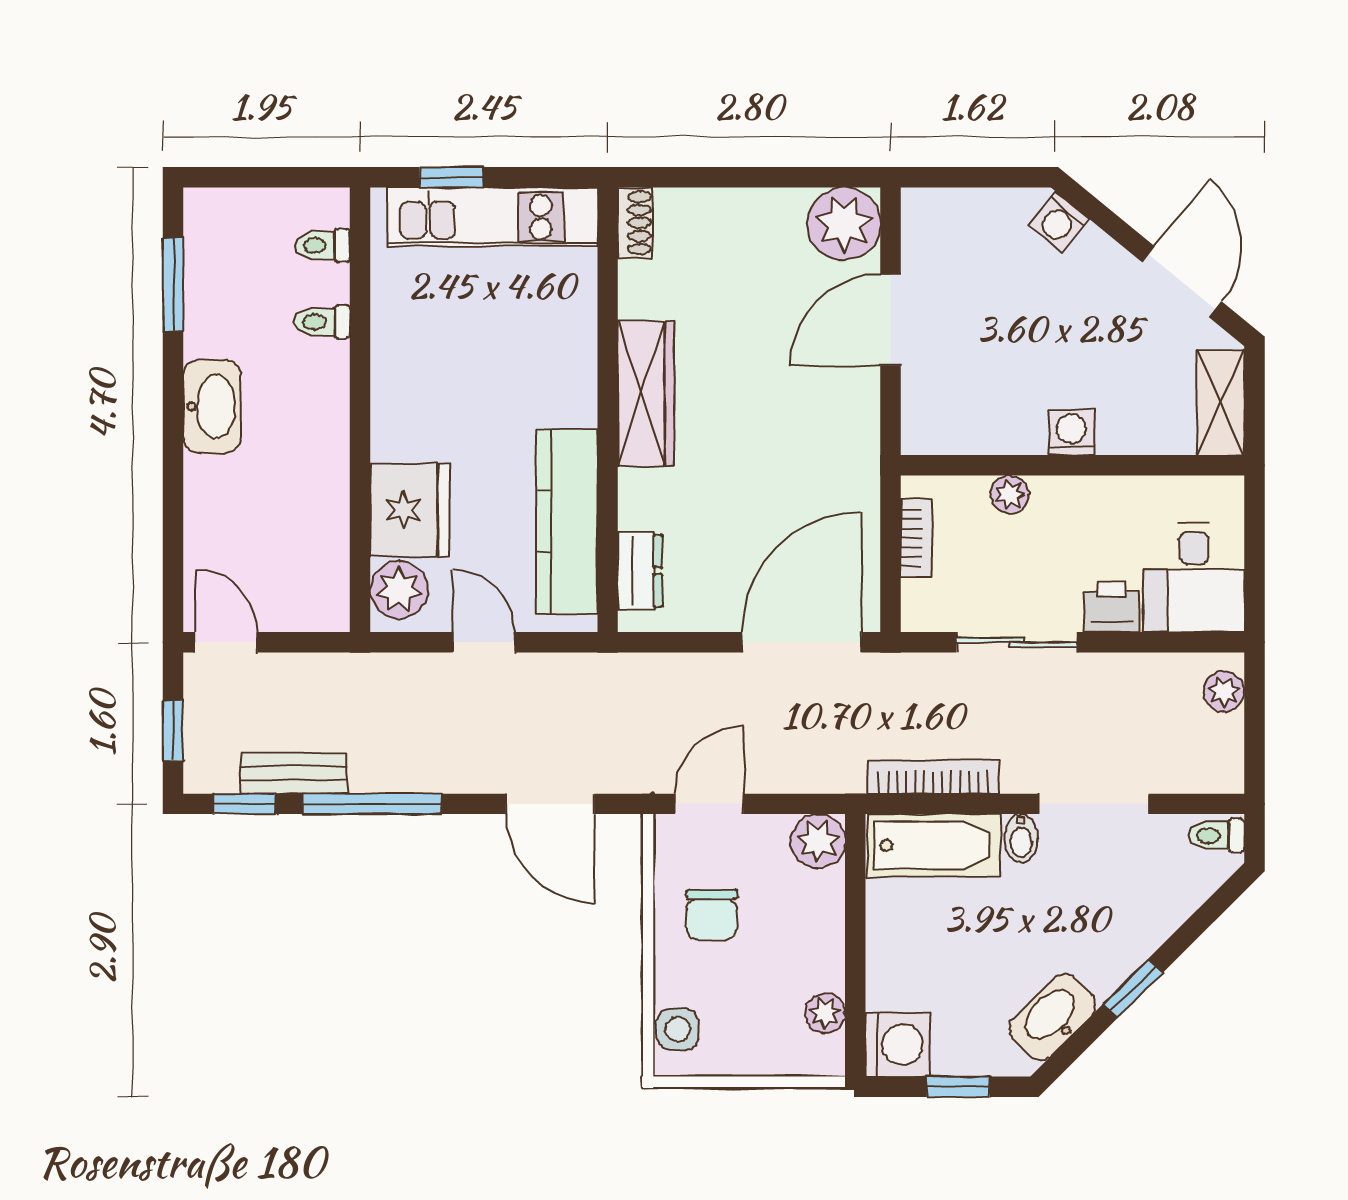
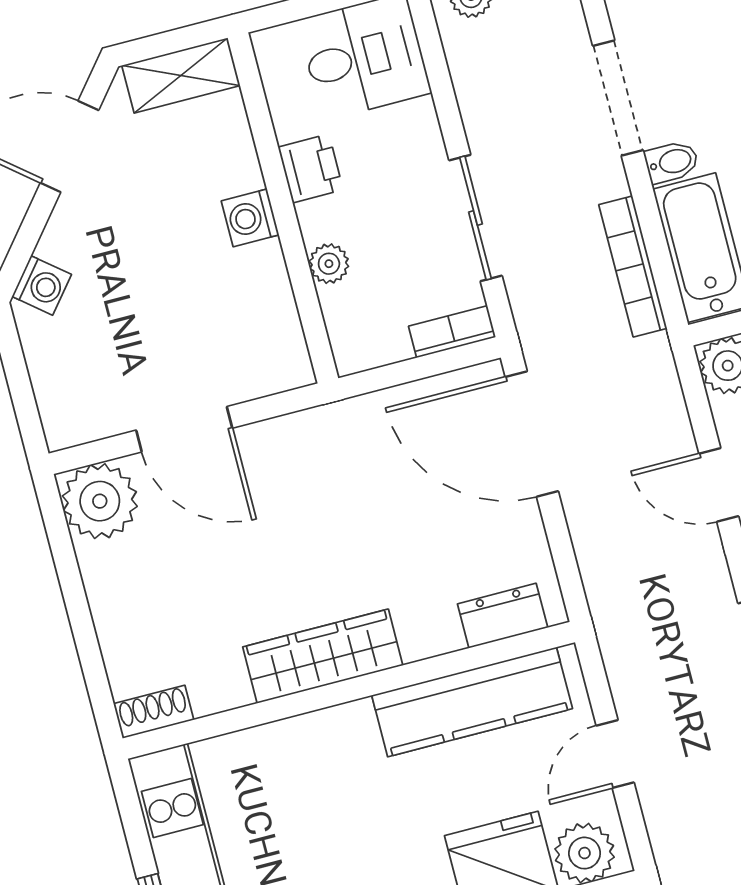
bookcase: (916, 538) -> (452, 332), moved
printer: (1112, 607) -> (311, 168), moved, turned 180

